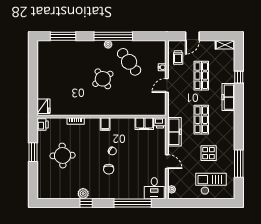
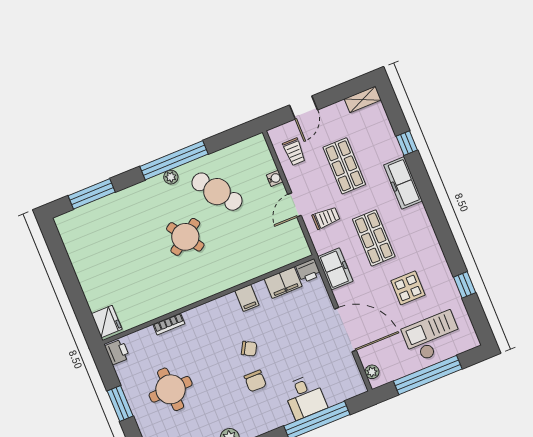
trolley: (181, 99) -> (326, 218), added
filing cabinet: (105, 124) -> (247, 298), moved
freezer: (175, 132) -> (335, 269), width x0.71
door: (167, 162) -> (345, 330), width x1.87
window: (239, 164) -> (465, 285), width x0.46
desk: (154, 188) -> (305, 397), moved
window: (200, 203) -> (428, 375), added

